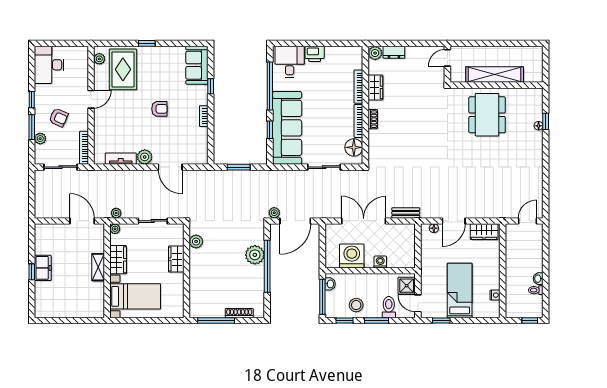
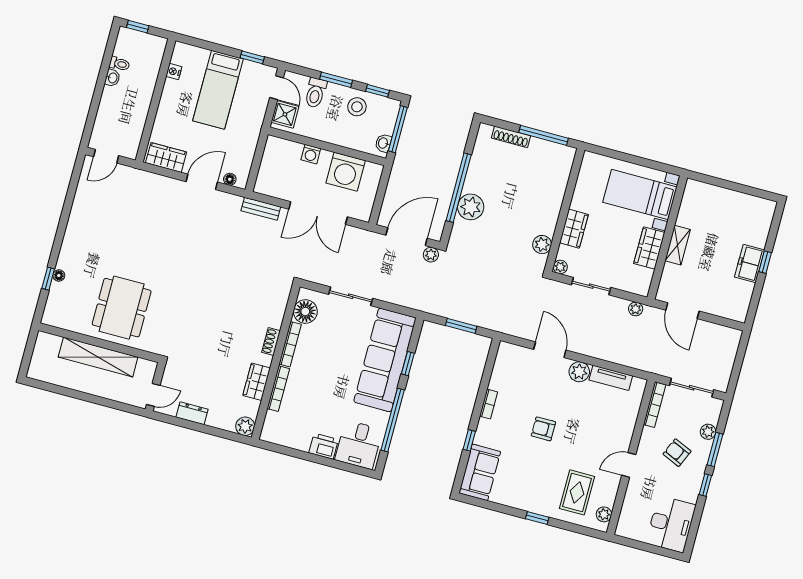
dresser: (394, 52) -> (192, 413), moved
rug: (123, 69) -> (577, 492), width x0.73, depth x0.70
plant: (115, 229) -> (560, 267), moved

